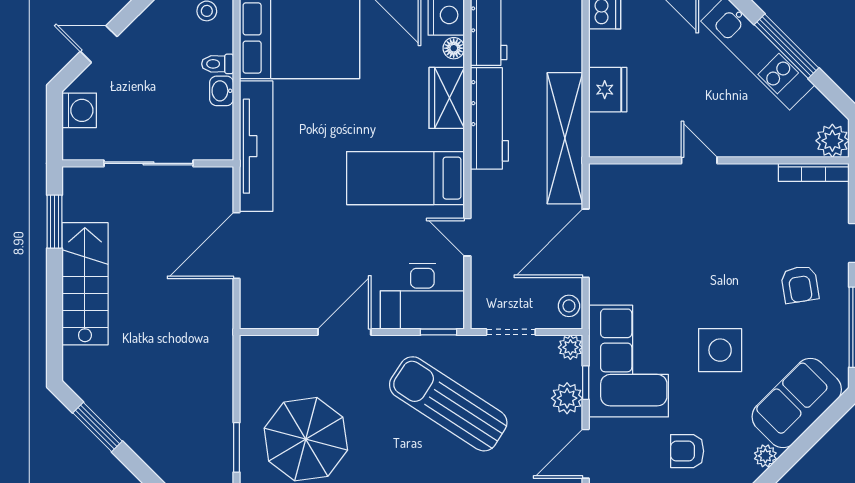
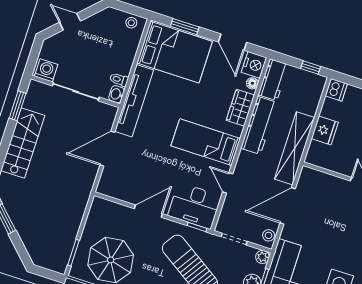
toilet: (218, 64) -> (119, 80), moved
washbasin: (222, 91) -> (117, 94), moved
washing machine: (79, 110) -> (46, 70), moved, turned -90

